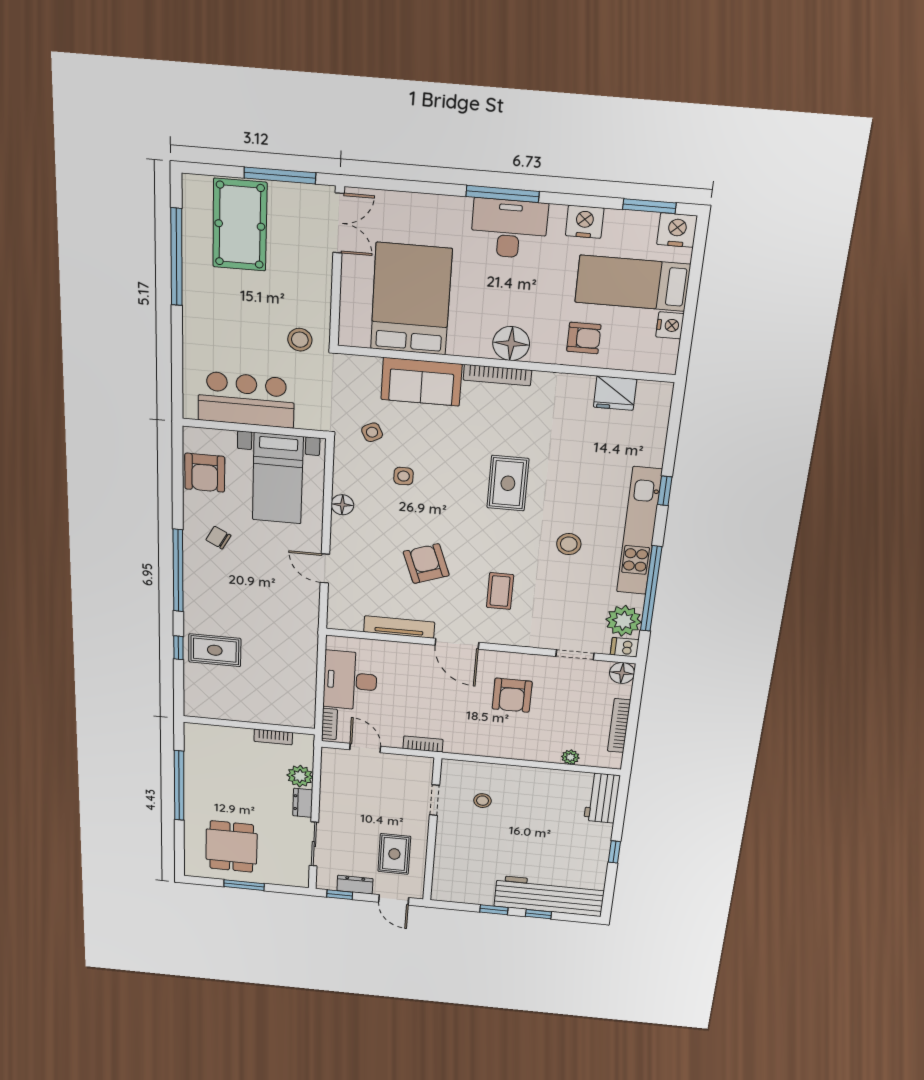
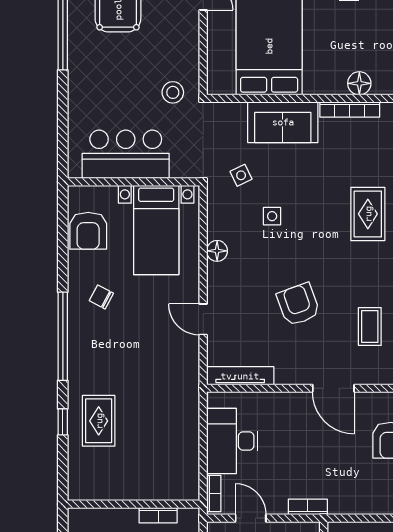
floor lamp: (511, 344) -> (359, 83), width x0.73, depth x0.73
tv unit: (399, 627) -> (240, 376), moved
rug: (215, 650) -> (99, 421), turned 90

